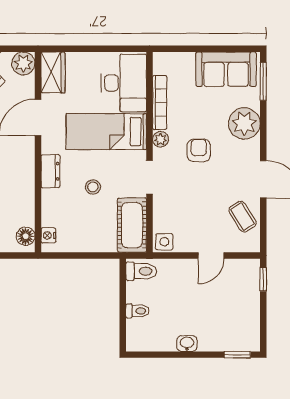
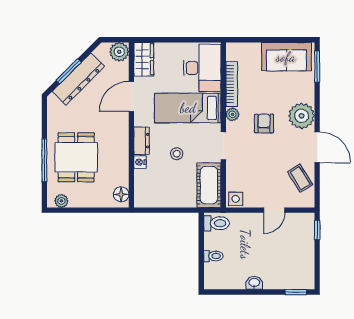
plant: (244, 123) -> (302, 116), moved
nightstand: (48, 235) -> (140, 162), moved

